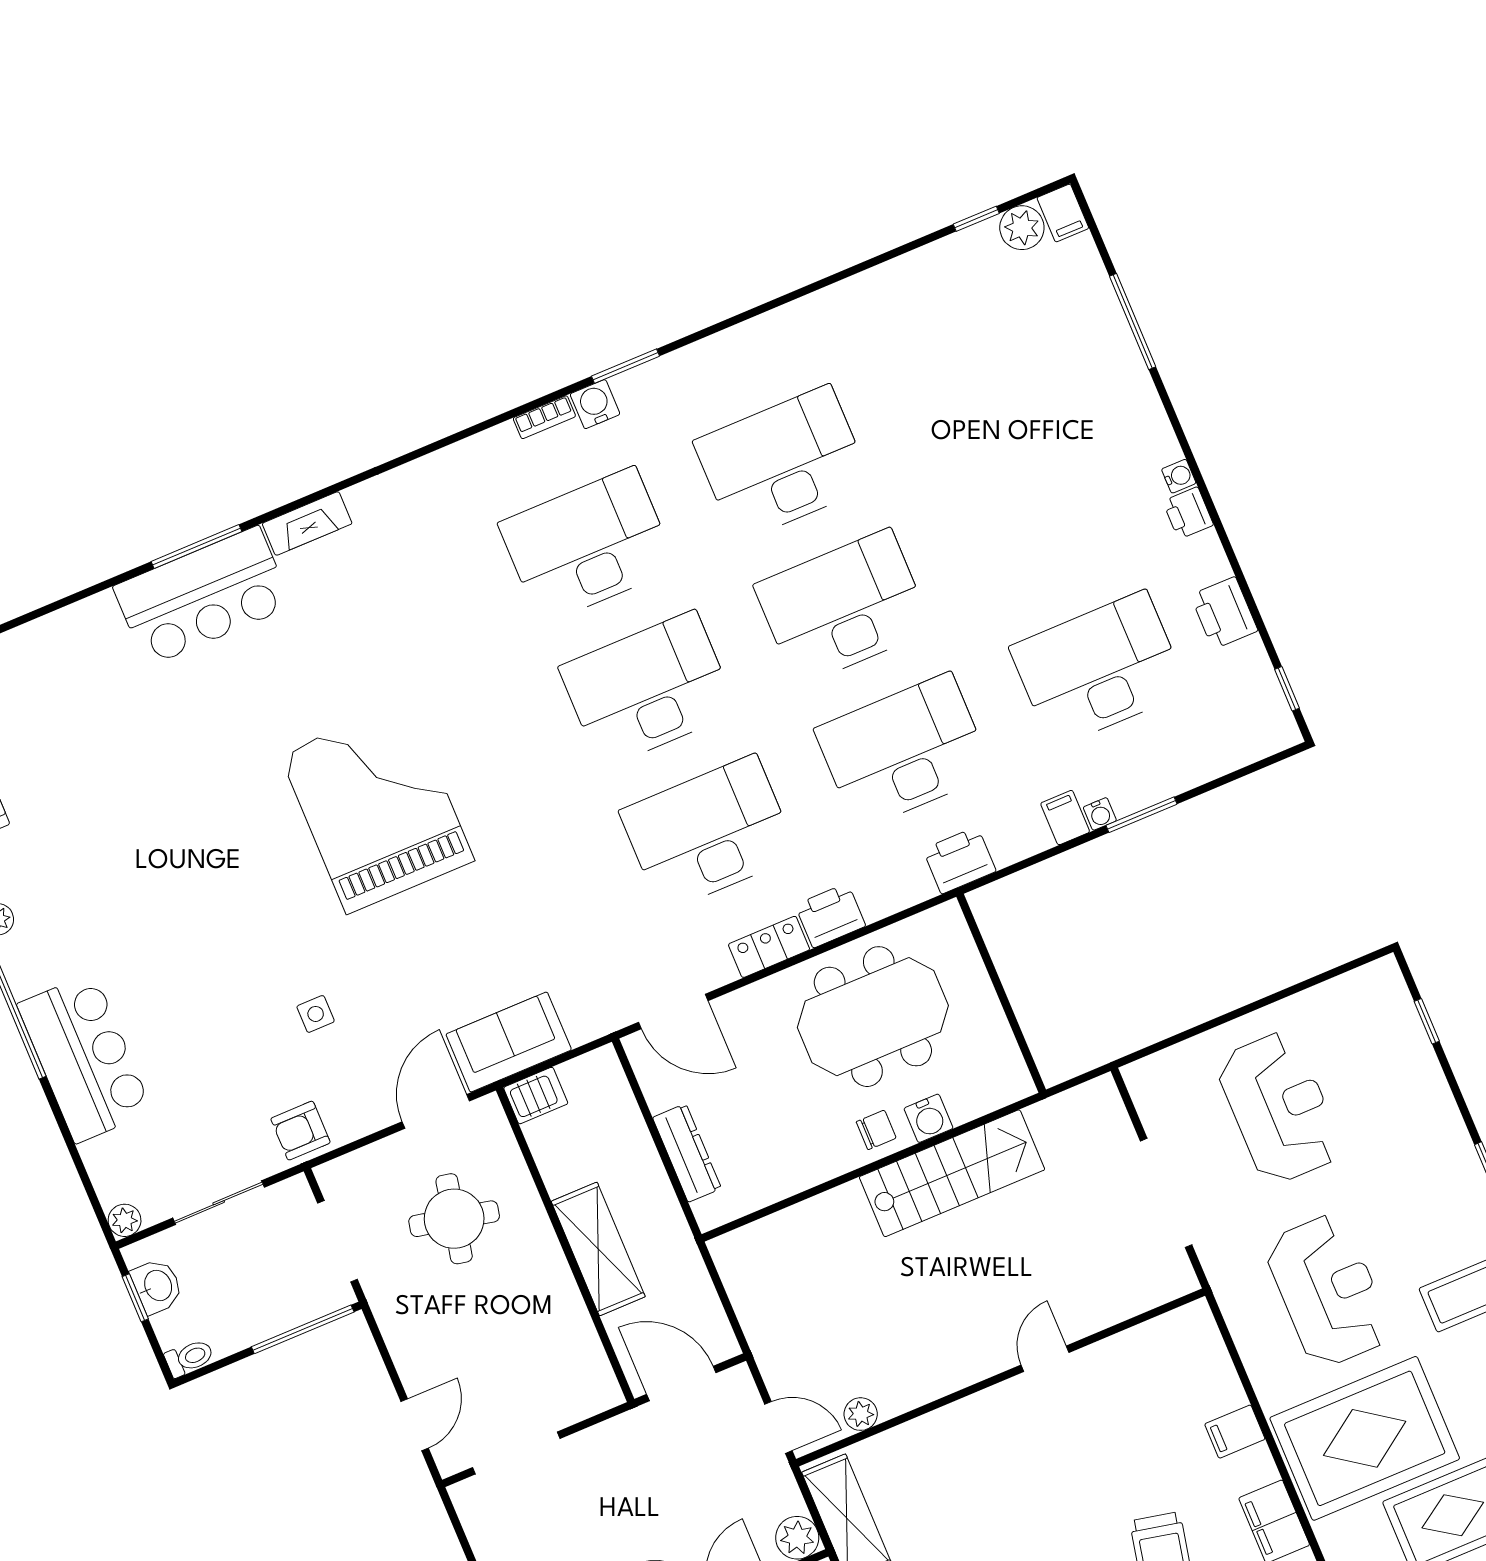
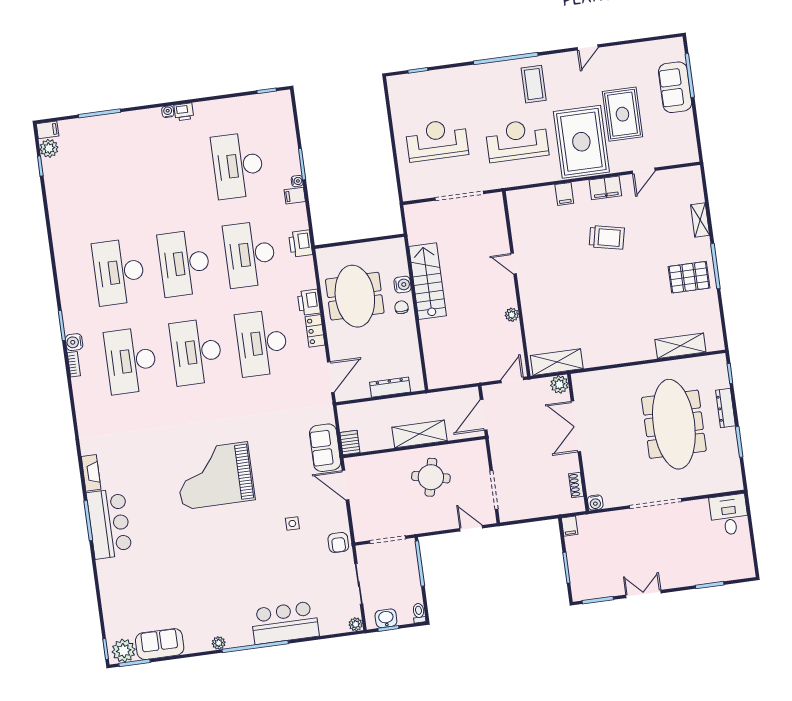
printer: (1224, 613) -> (229, 108), removed
round table: (454, 1219) -> (431, 477), moved
plant: (861, 1414) -> (512, 315), moved

